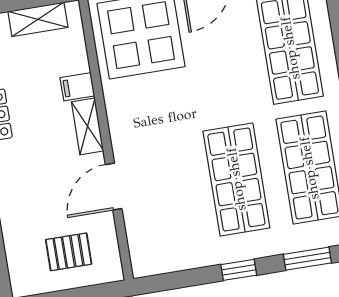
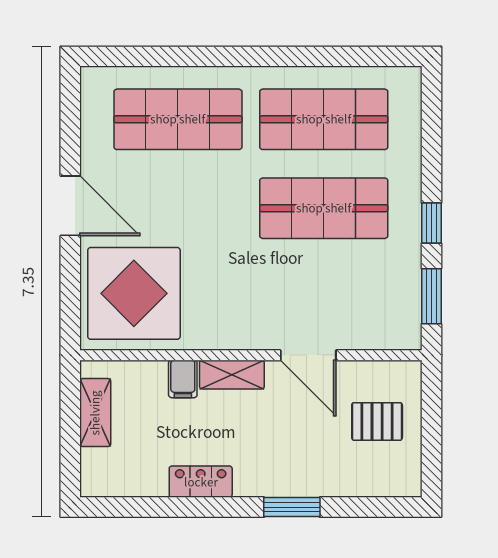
pallet: (69, 252) -> (377, 421), turned 90
window: (307, 259) -> (431, 296), moved

